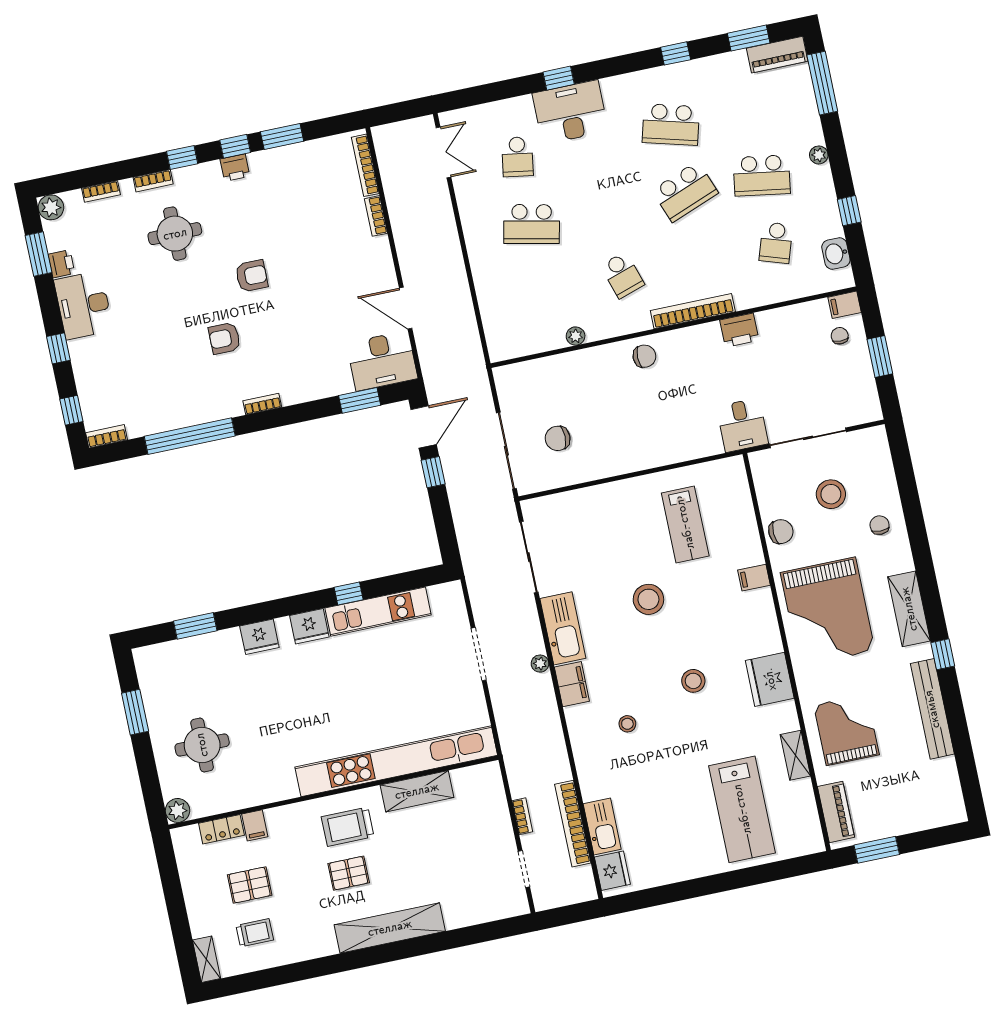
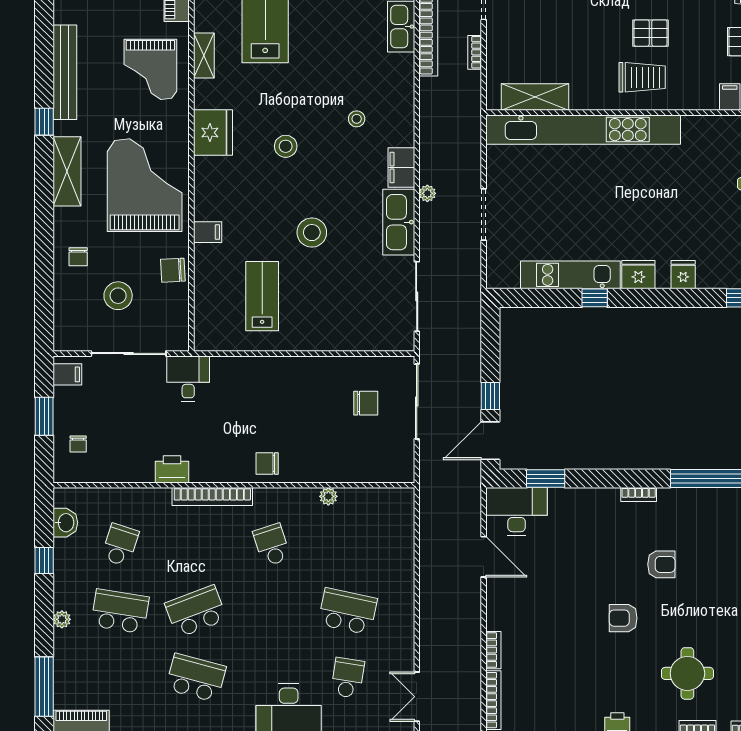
filing cabinet: (845, 305) -> (67, 374), moved
fridge: (259, 637) -> (683, 275), width x0.72
shelving: (417, 791) -> (535, 97), moved

